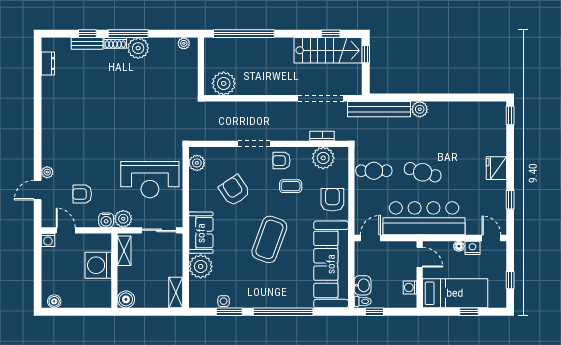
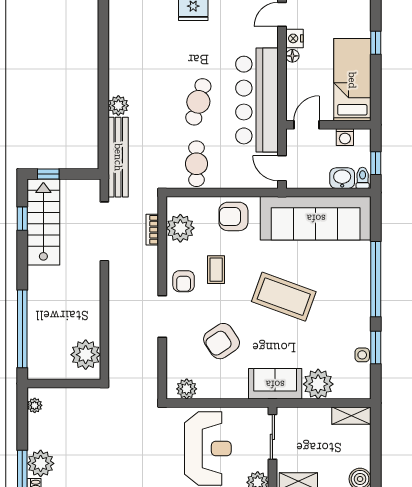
door: (420, 257) -> (307, 125), moved
wall: (420, 274) -> (328, 125), moved
washing machine: (410, 287) -> (345, 137), moved
bed: (455, 293) -> (352, 80), moved

